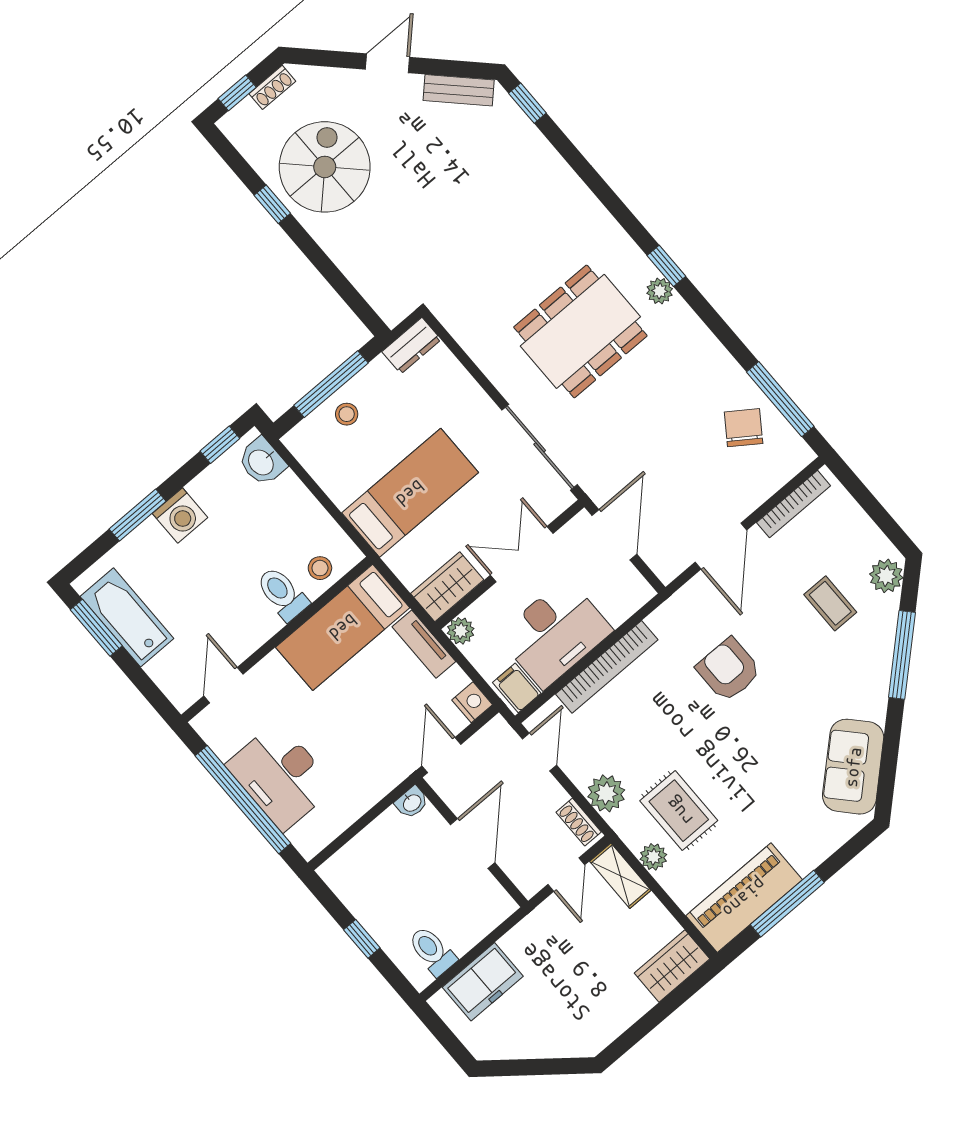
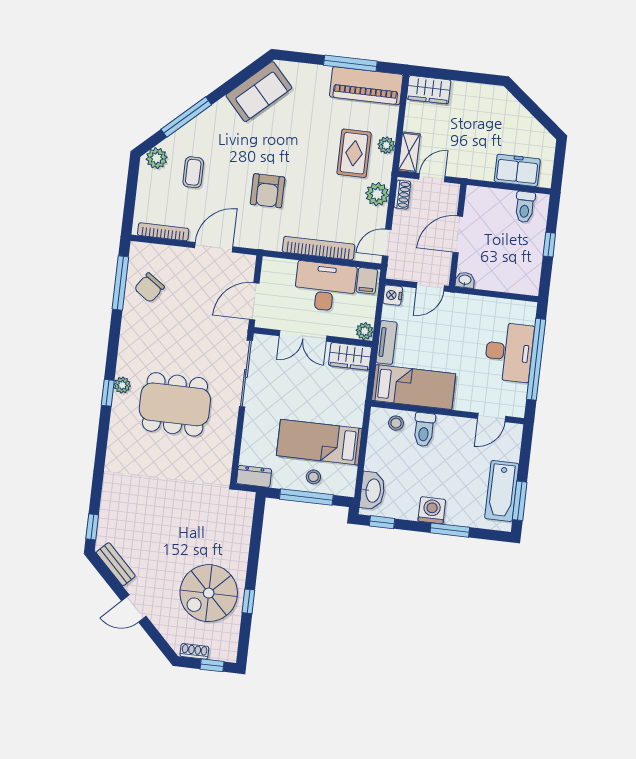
washbasin: (262, 462) -> (373, 491), width x1.38
bed: (410, 493) -> (319, 442), moved

